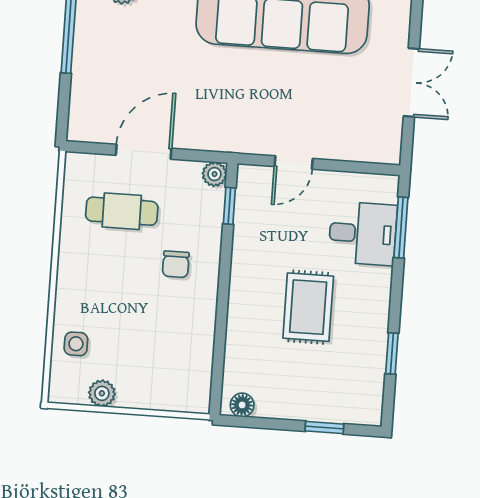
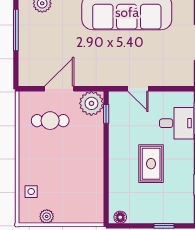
door: (294, 163) -> (138, 89), hinge flipped
plant: (214, 174) -> (91, 103), width x1.88, depth x1.88
chair: (176, 264) -> (80, 146), removed

